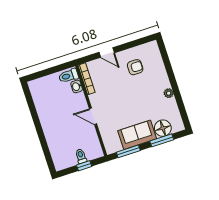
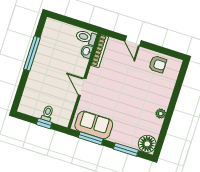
armchair: (135, 67) -> (158, 64), moved
window: (36, 118) -> (32, 53), added
floor lamp: (163, 128) -> (147, 144), moved
sofa: (137, 135) -> (94, 125), moved

